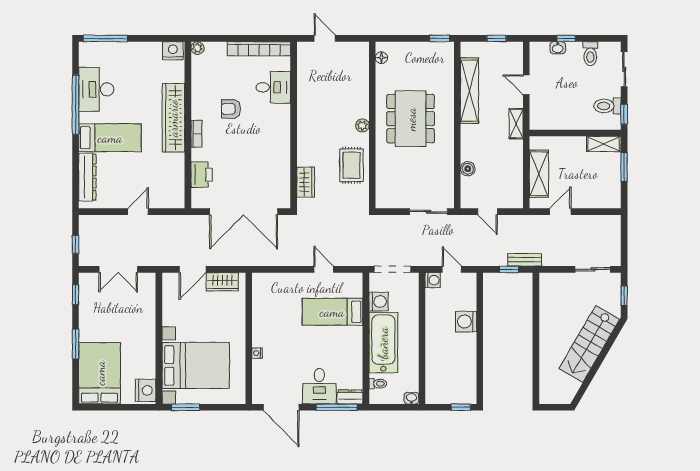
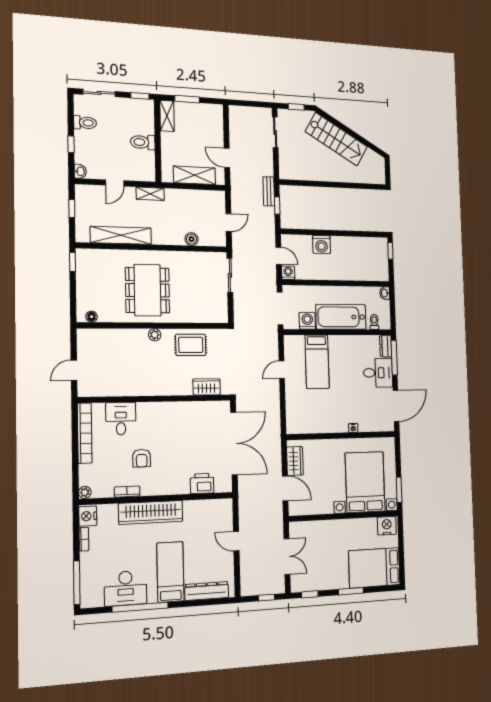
bookcase: (149, 46) -> (84, 539), added
washbasin: (558, 48) -> (80, 171), moved
toilet: (607, 106) -> (143, 142), moved, turned 90
dining table: (411, 119) -> (148, 290), turned 90
bookcase: (196, 134) -> (127, 492), moved
door: (452, 269) -> (279, 256), swing flipped

